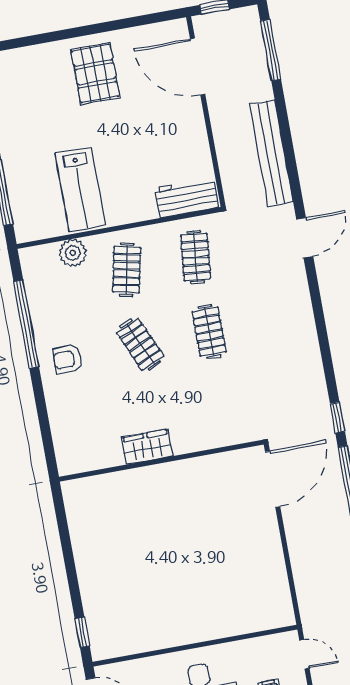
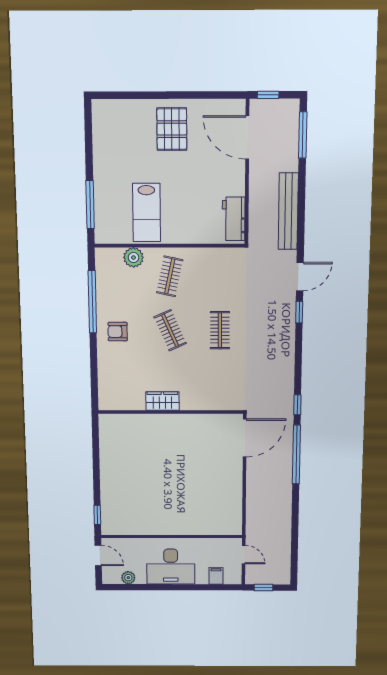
workbench: (186, 198) -> (234, 219), moved, turned -90
clothes rail: (196, 257) -> (220, 276), removed
window: (314, 287) -> (299, 312), added

